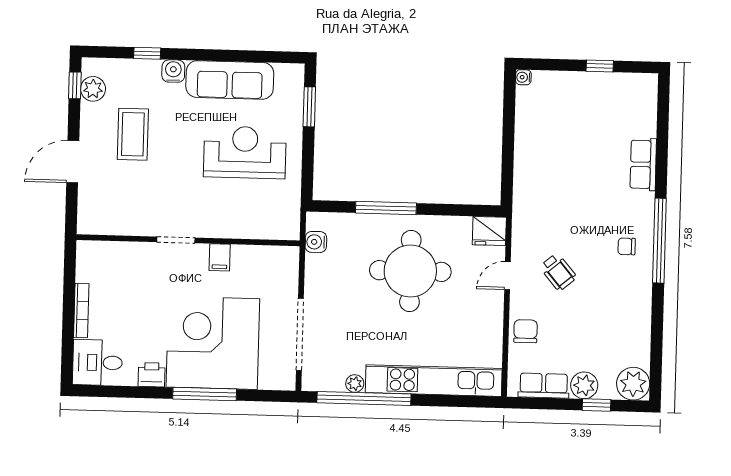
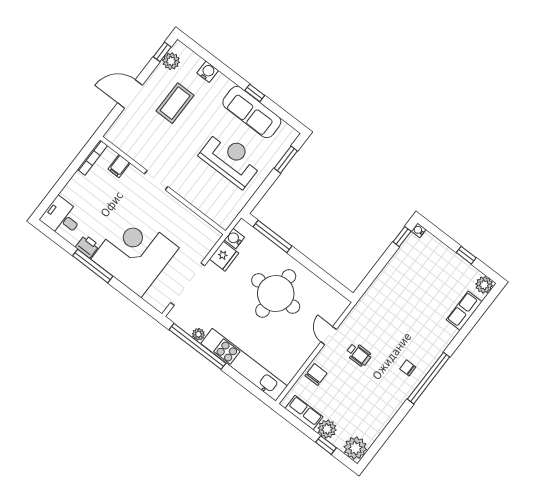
window: (147, 53) -> (255, 93), moved
water cooler: (173, 71) -> (208, 72), moved
plant: (646, 85) -> (484, 285), added
window: (509, 98) -> (402, 237), added
row of seats: (643, 164) -> (464, 311), moved
window: (386, 208) -> (273, 236), moved
fridge: (489, 231) -> (224, 256), moved, turned -90
filing cabinet: (220, 257) -> (119, 166), moved
wheelchair: (558, 272) -> (359, 354), turned -50
door: (507, 276) -> (329, 336), hinge flipped
bookcase: (81, 310) -> (92, 157), moved
window: (205, 394) -> (93, 266), moved

